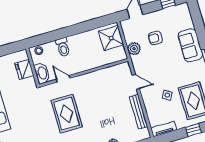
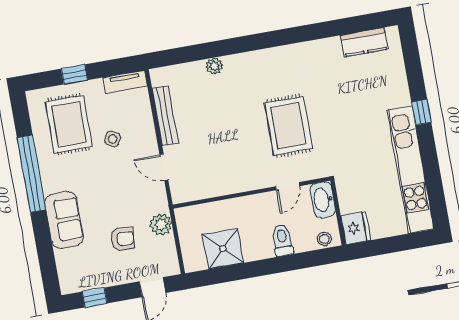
shower: (111, 38) -> (223, 249), moved
fridge: (24, 69) -> (356, 228), moved
door: (63, 79) -> (288, 186), hinge flipped

